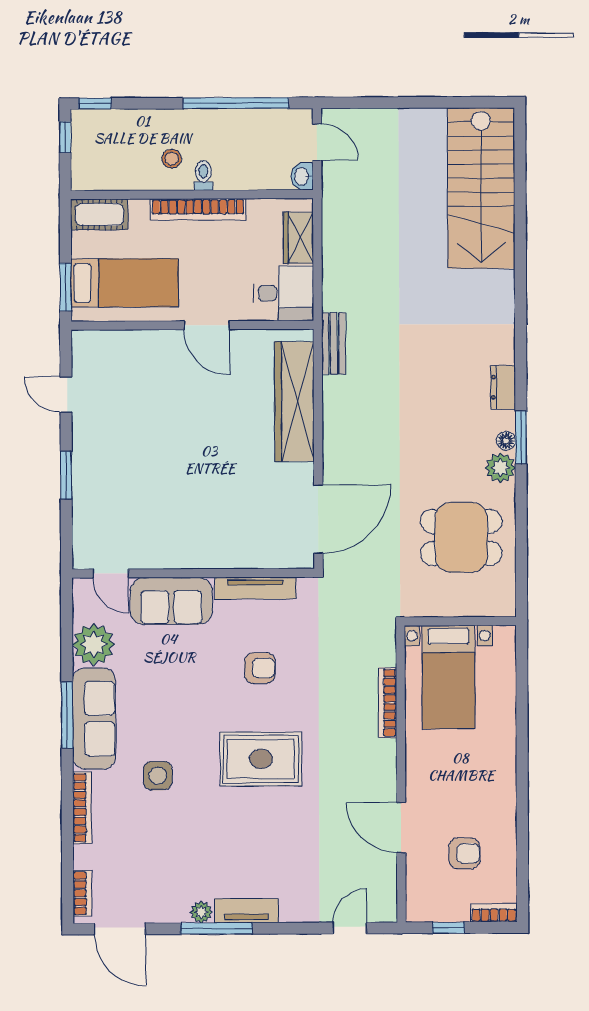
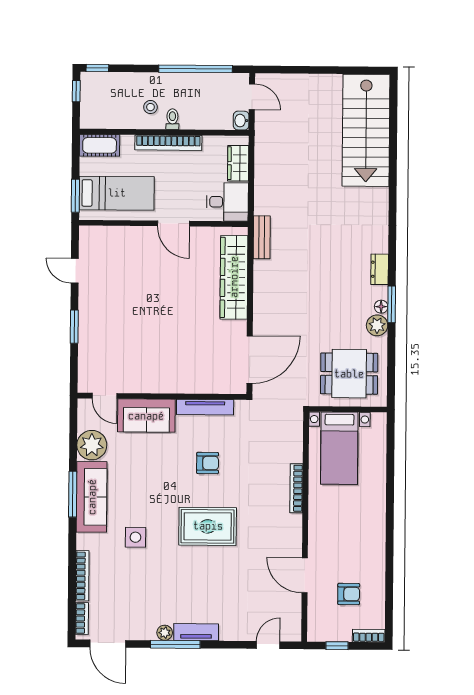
wall: (460, 621) -> (348, 409), moved
bed with nightstands: (448, 677) -> (339, 448), moved
bookcase: (82, 808) -> (82, 576), moved

